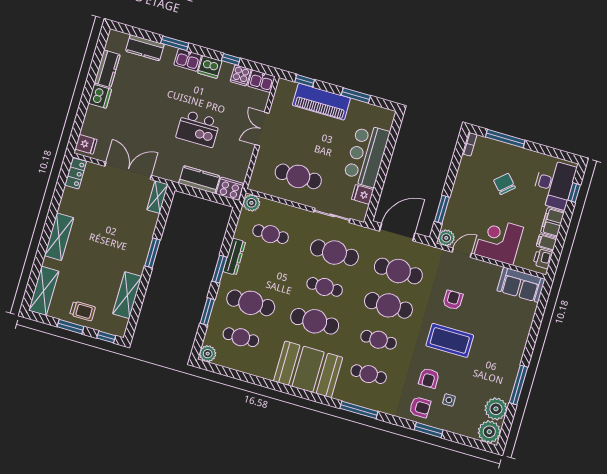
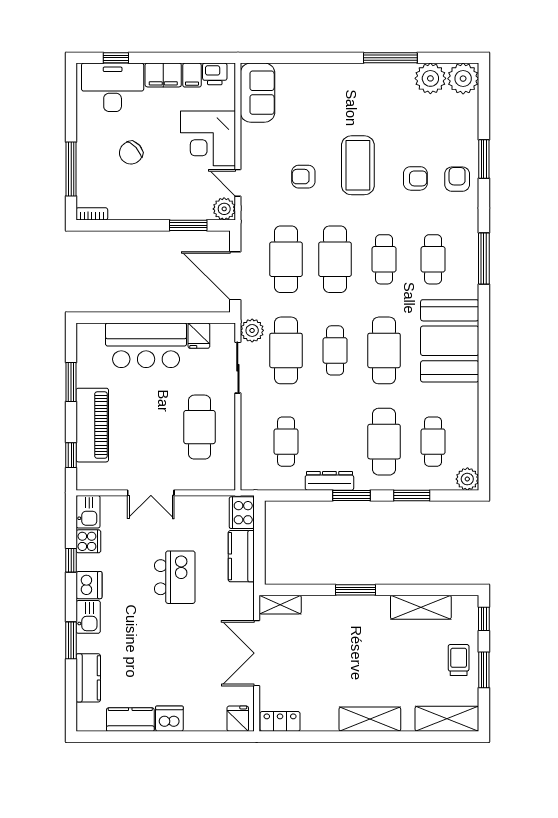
plant: (251, 203) -> (252, 330), moved
side table: (449, 400) -> (437, 144), removed

